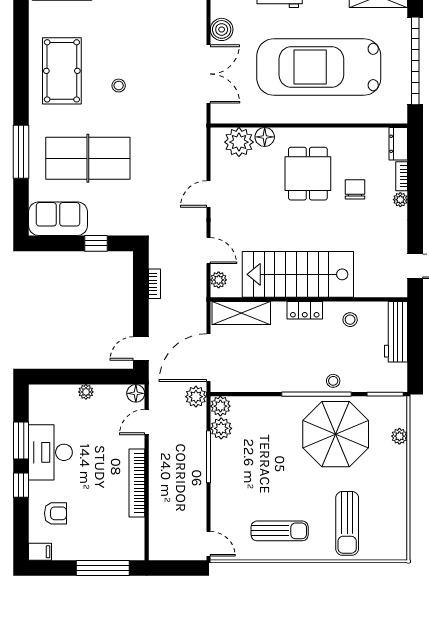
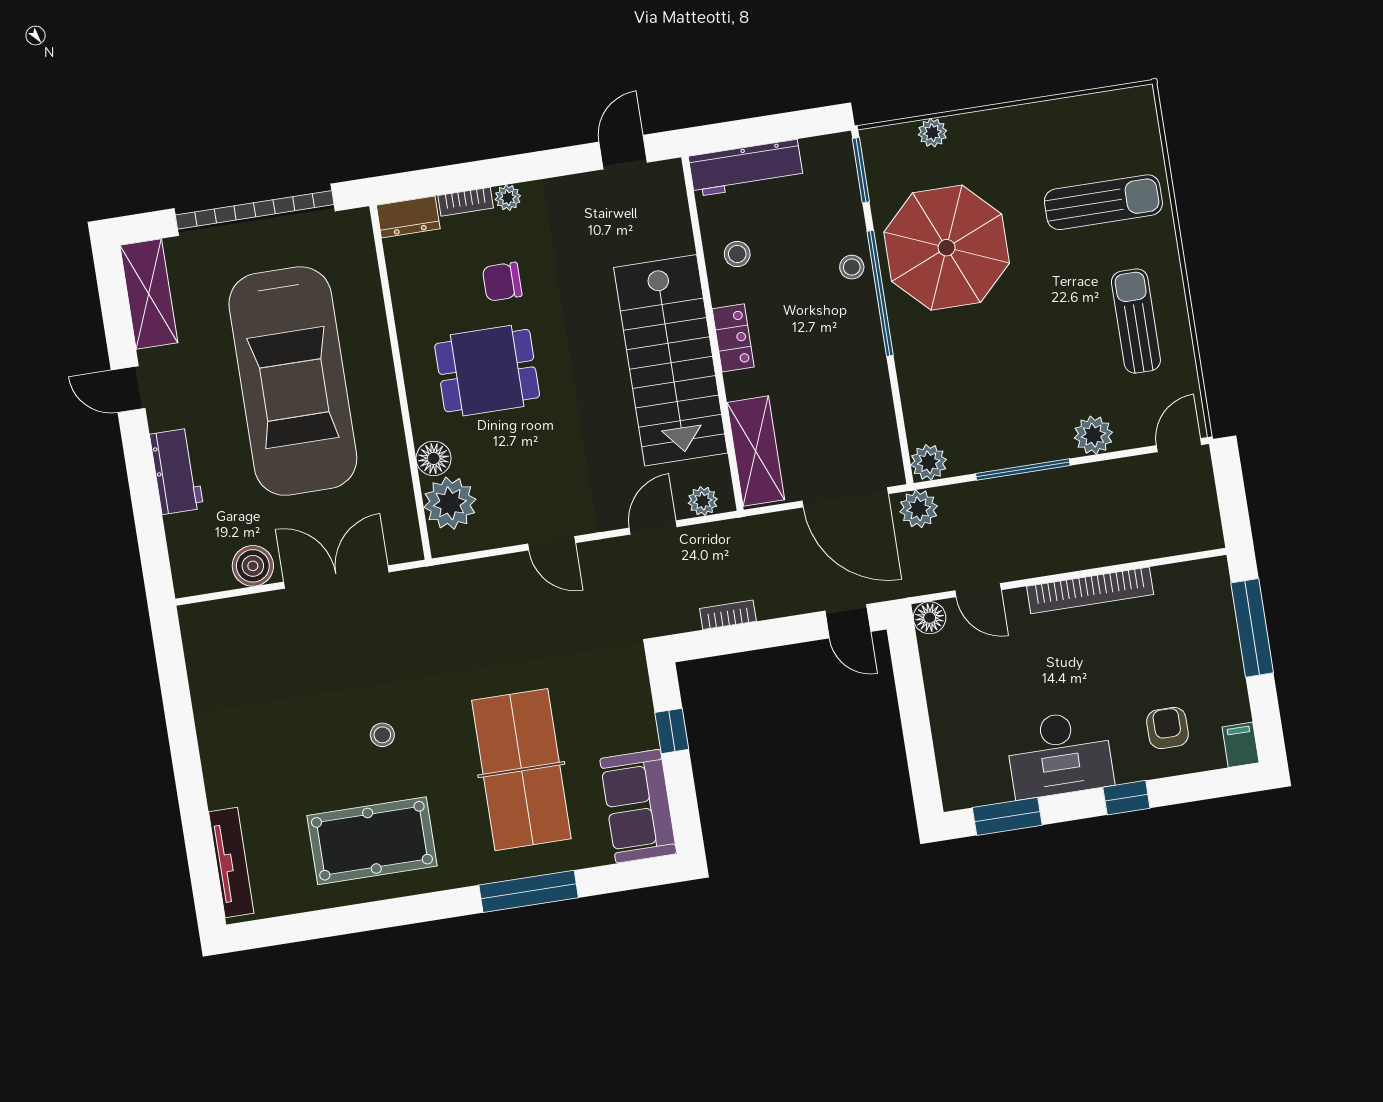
plant: (86, 392) -> (941, 707), removed
plant: (221, 428) -> (1093, 435), moved
window: (21, 440) -> (1007, 816), moved

